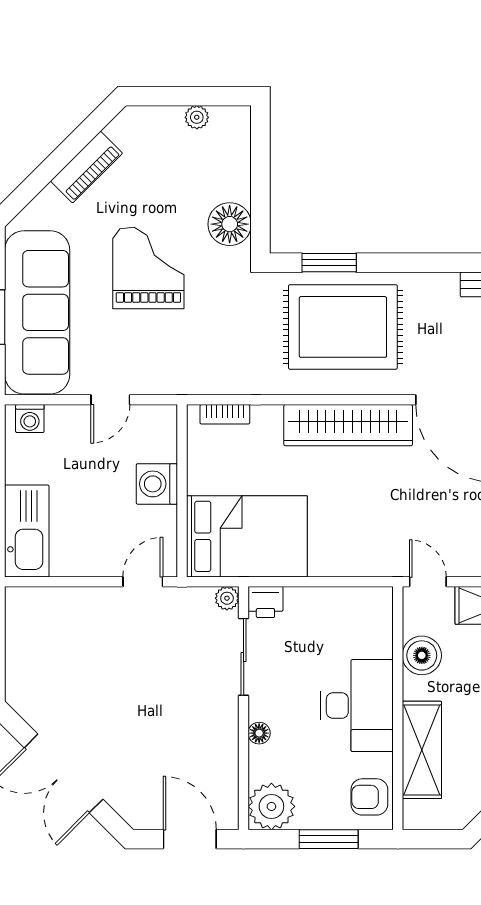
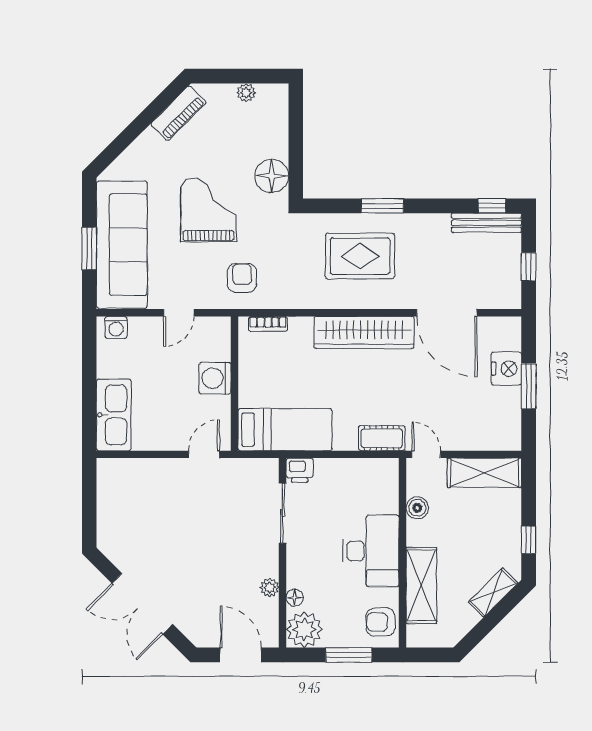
piano: (86, 167) -> (178, 113), moved
window: (329, 263) -> (382, 206), moved
rug: (343, 327) -> (360, 256), width x0.73, depth x0.69
armchair: (191, 355) -> (242, 278), added
bed: (247, 536) -> (285, 430), width x0.67
cot: (371, 561) -> (382, 438), added
plant: (227, 598) -> (270, 588), moved
boiler: (422, 655) -> (417, 508), width x0.73, depth x0.73
floor lamp: (259, 733) -> (295, 598), moved

